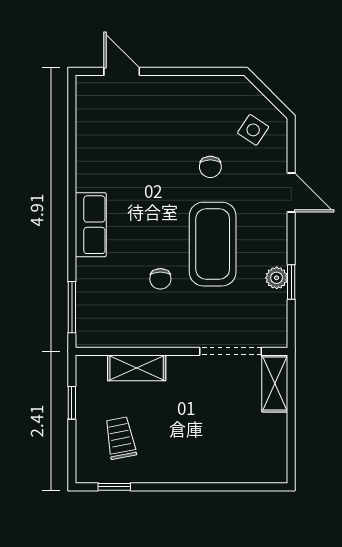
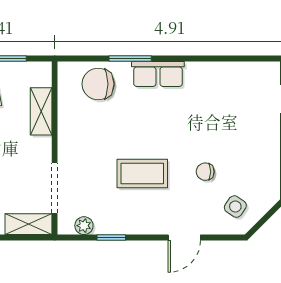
coffee table: (213, 244) -> (142, 173), width x0.73, depth x0.76
plant: (277, 278) -> (84, 226), moved
chair: (160, 279) -> (98, 84), moved, width x1.87, depth x1.87
window: (72, 307) -> (130, 59), moved

